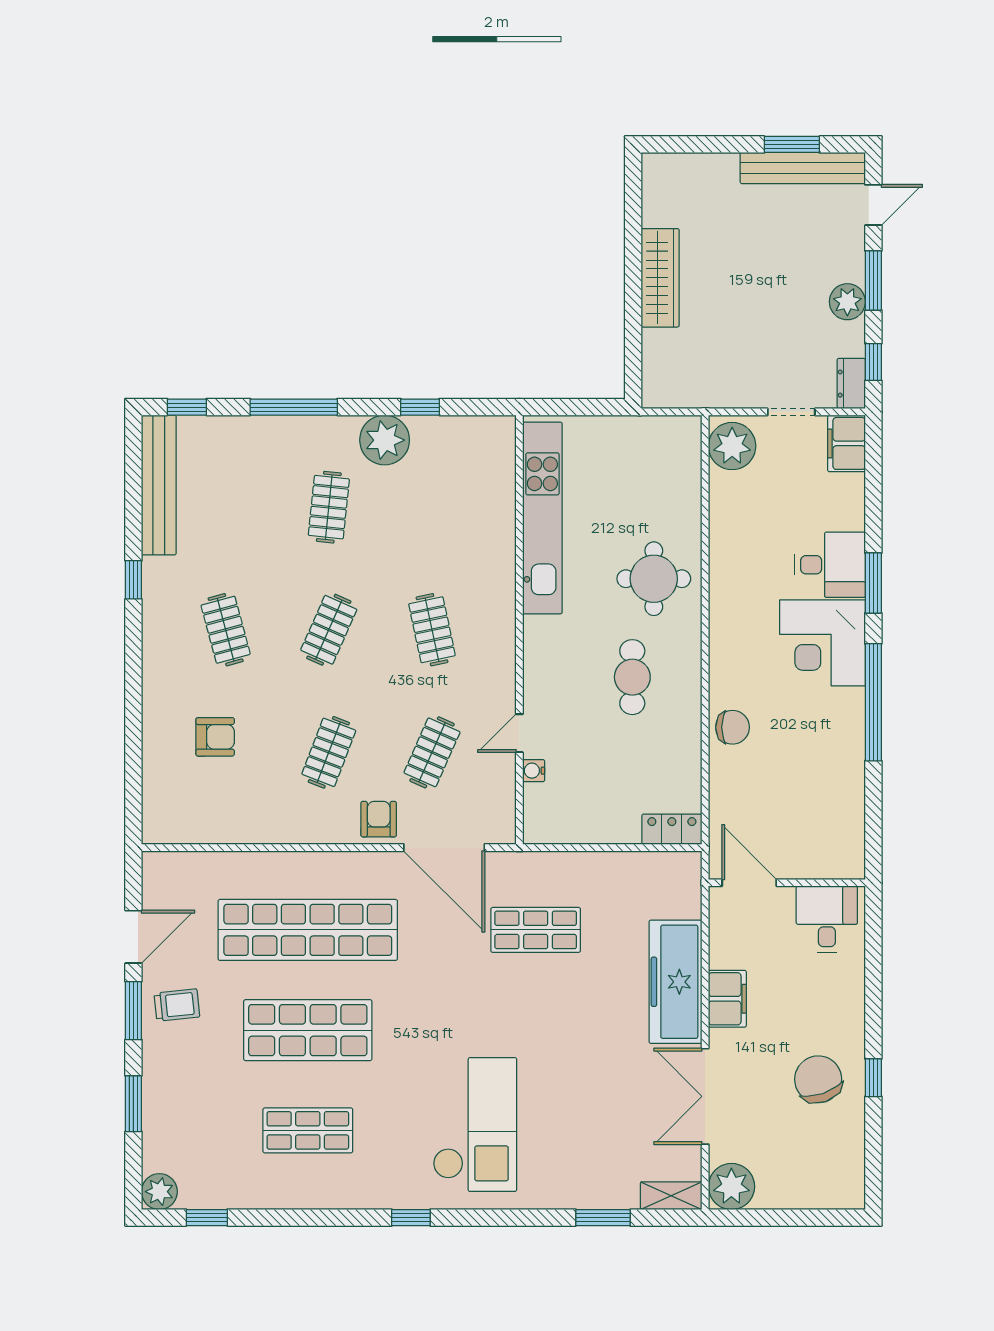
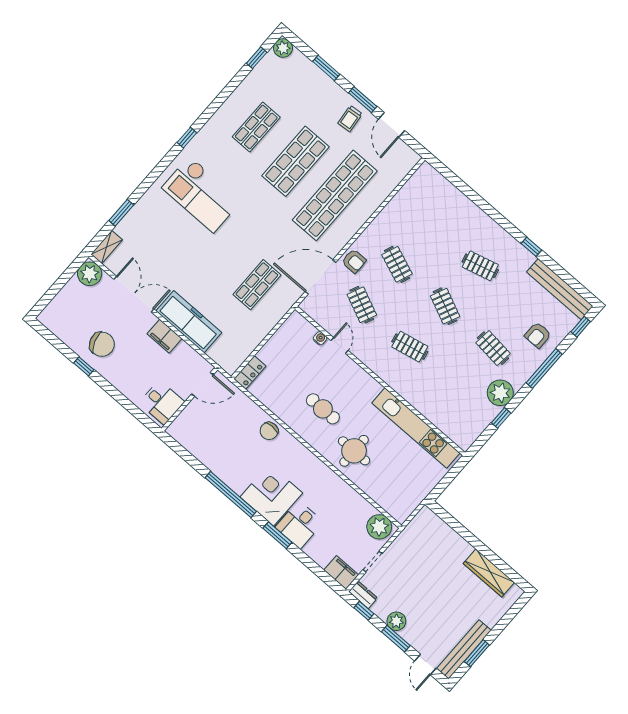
wardrobe: (660, 278) -> (489, 573), moved
armchair: (215, 737) -> (538, 335), moved

